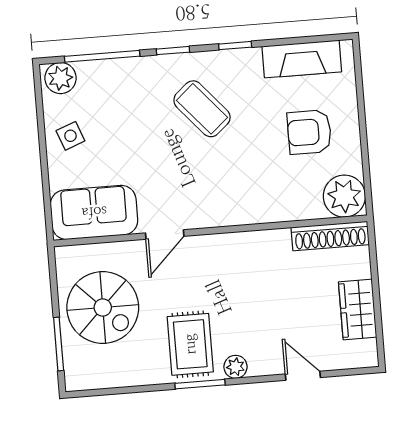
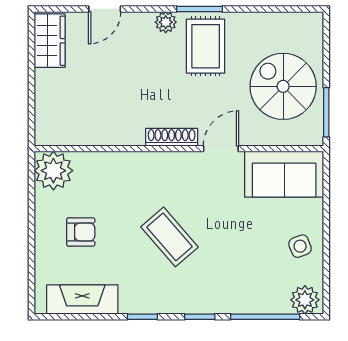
coffee table: (202, 109) -> (169, 237), moved
armchair: (309, 132) -> (81, 232), width x0.72, depth x0.72
shoe rack: (330, 236) -> (172, 137), moved, width x0.74, depth x0.81
wardrobe: (358, 309) -> (50, 41), moved
window: (59, 344) -> (326, 112), moved
door: (303, 376) -> (105, 9), hinge flipped

